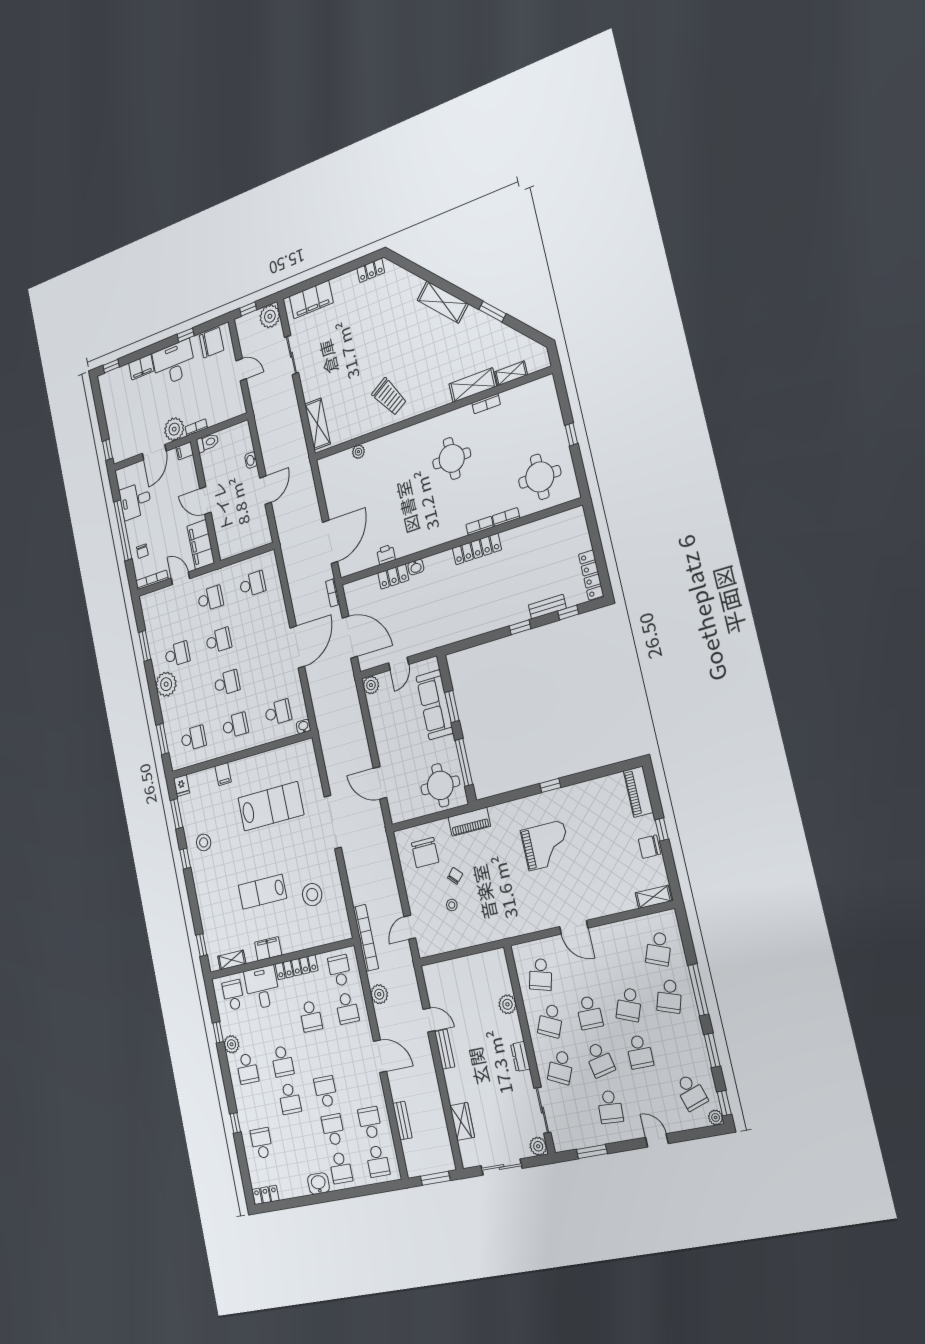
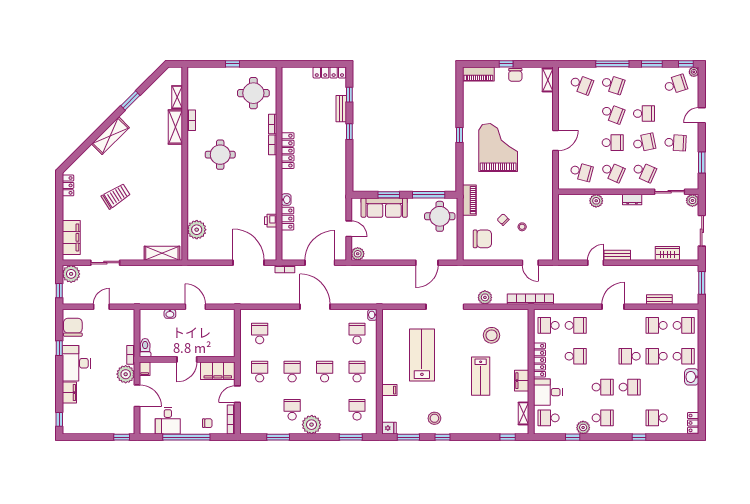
trolley: (389, 397) -> (116, 196), moved
plant: (358, 452) -> (197, 230), width x1.88, depth x1.88
grand piano: (546, 846) -> (498, 148), width x1.37, depth x1.48
plant: (379, 994) -> (485, 297), moved

